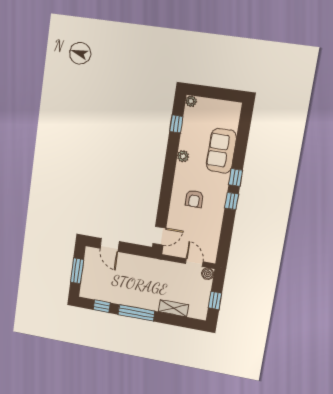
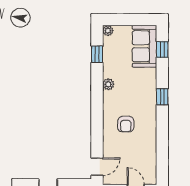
sofa: (221, 151) -> (144, 46), moved
window: (232, 201) -> (162, 49), moved

